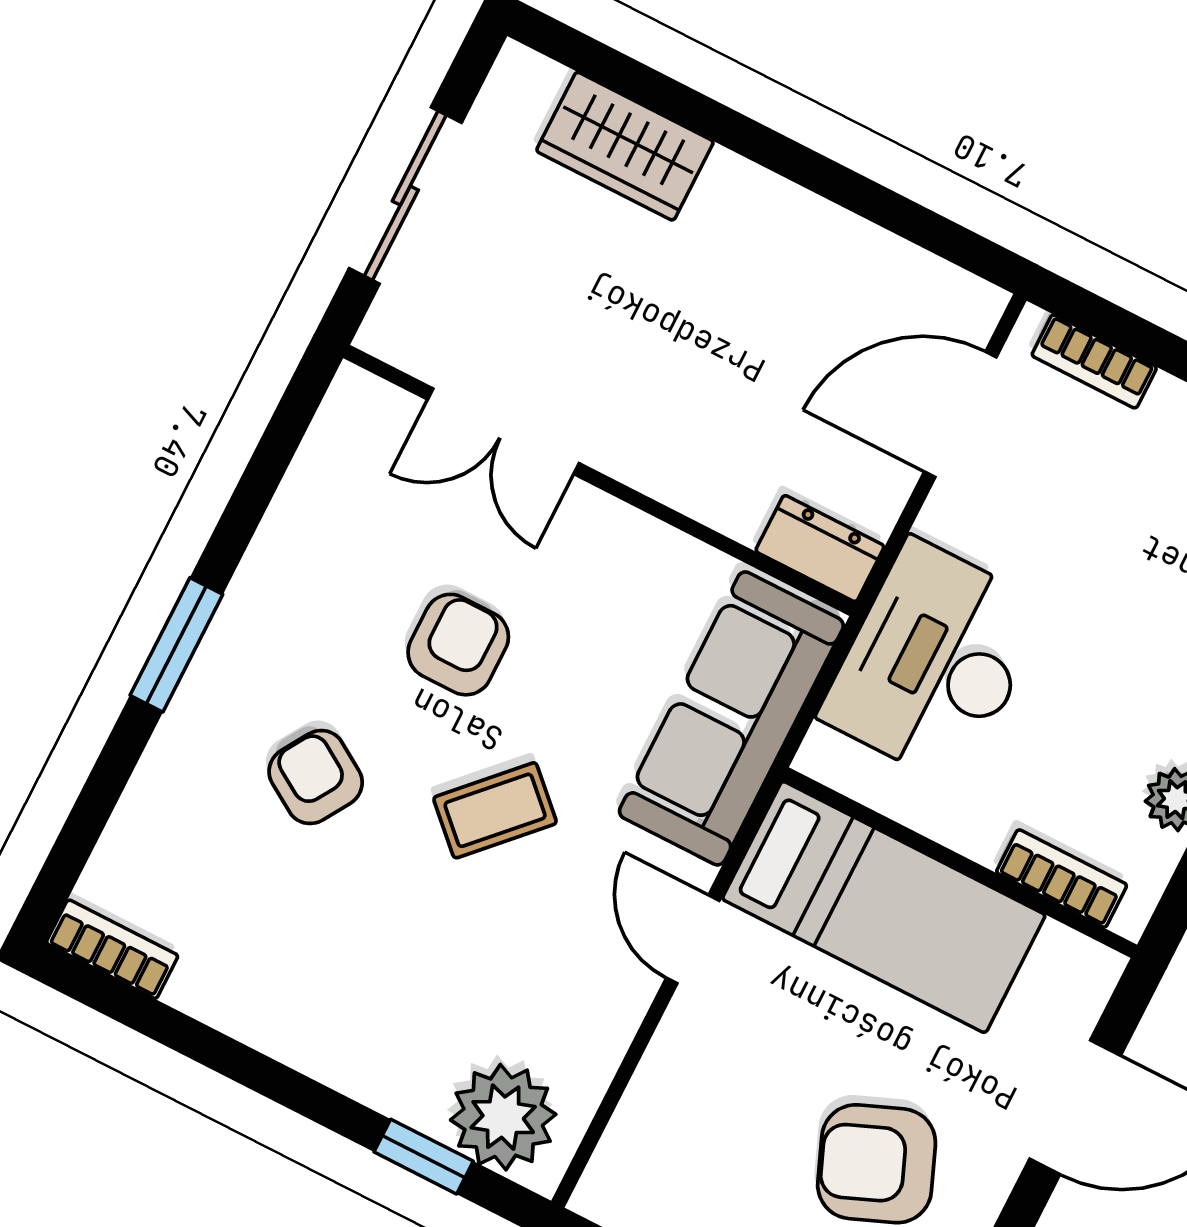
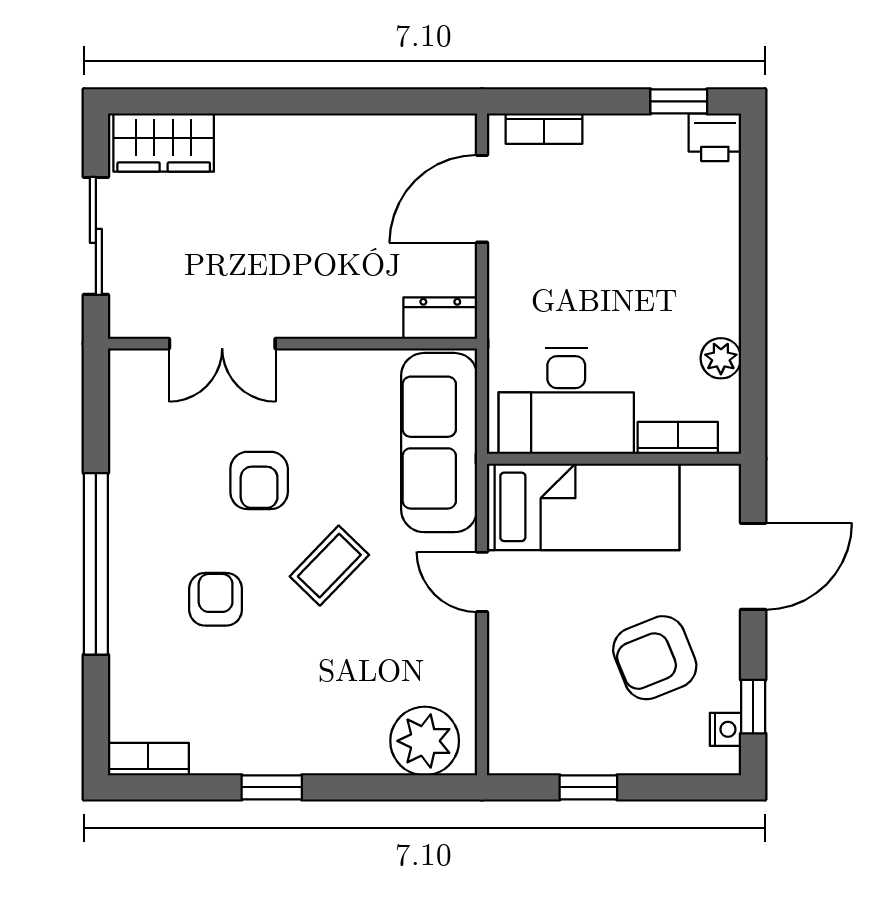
wardrobe: (625, 146) -> (164, 142), moved
window: (176, 645) -> (96, 564), width x2.11
armchair: (458, 645) -> (259, 480), turned 180
desk: (934, 662) -> (566, 401), moved, turned -90
armchair: (316, 777) -> (216, 599), turned 58
window: (424, 1157) -> (272, 787), moved

